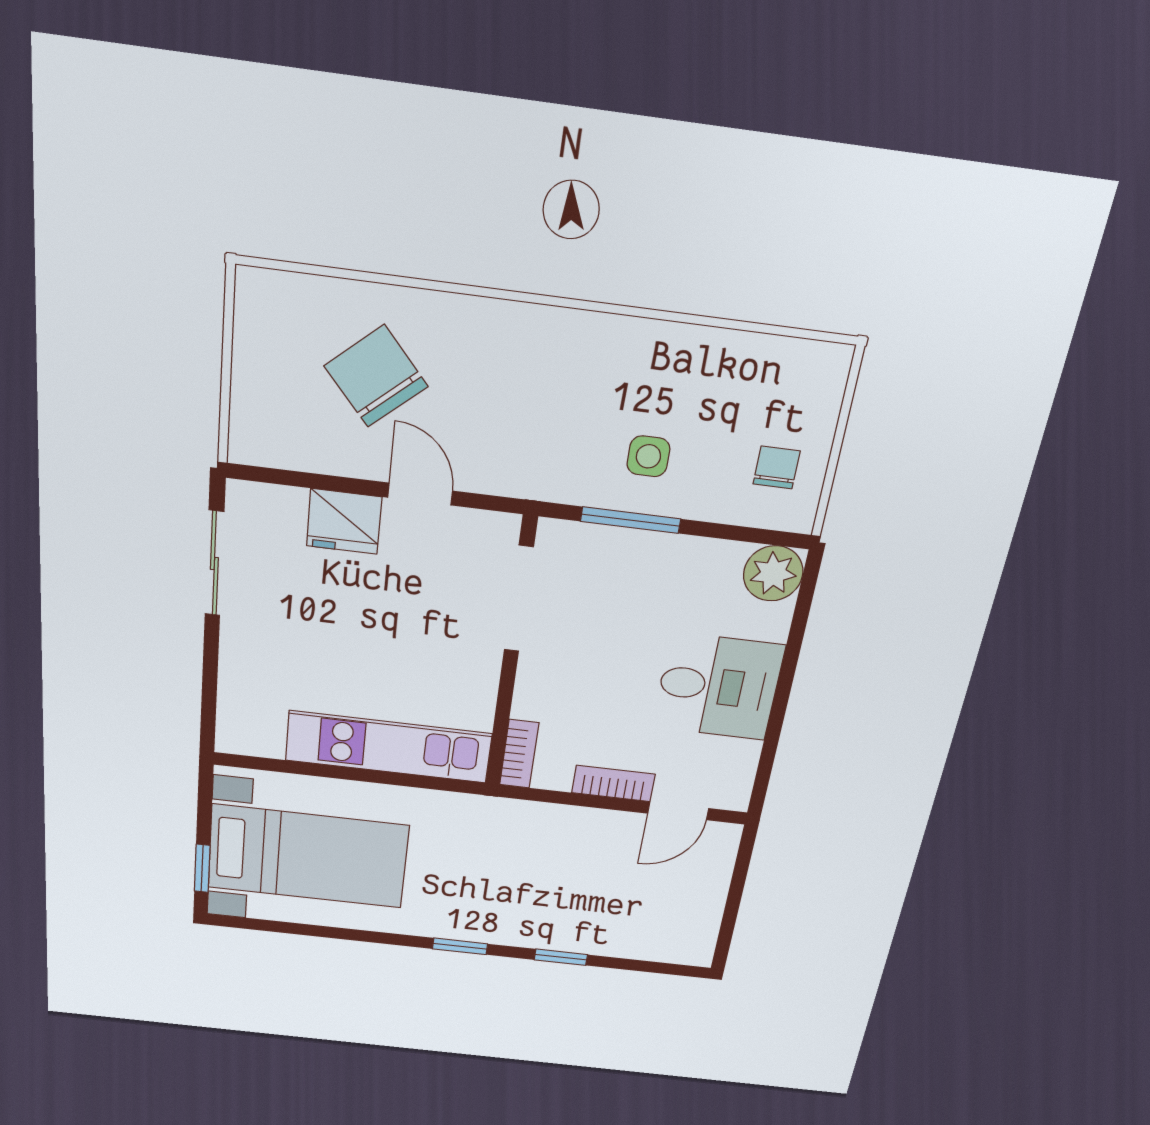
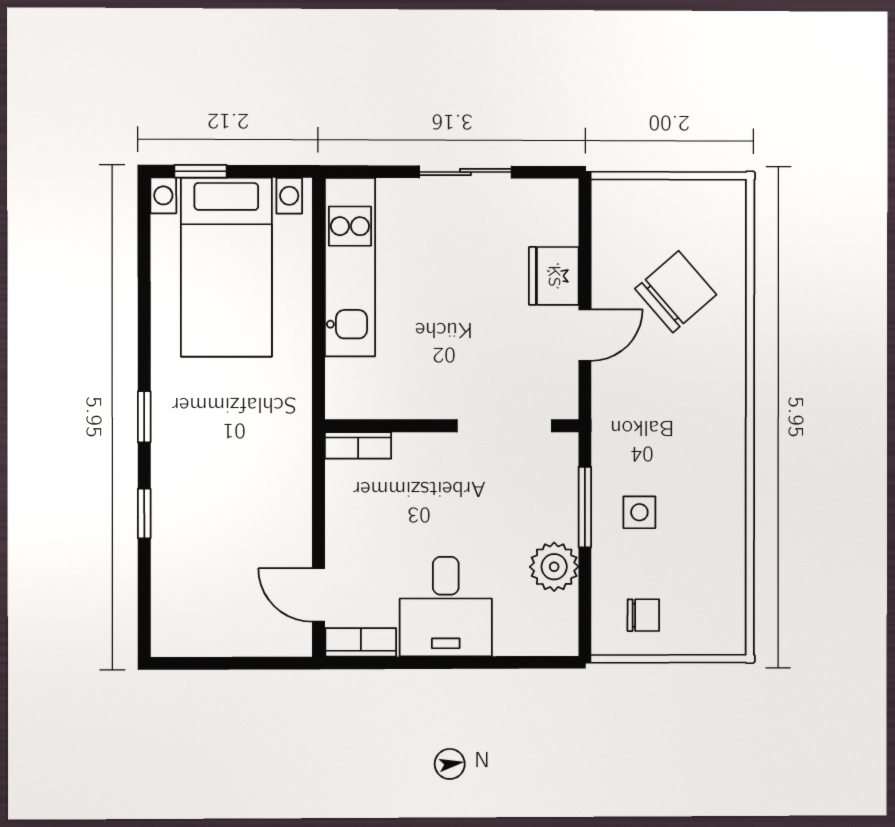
sliding door: (214, 563) -> (465, 172), moved
plant: (773, 573) -> (554, 567), moved
kitchen unit: (388, 747) -> (350, 267), moved
bookcase: (613, 783) -> (361, 642), moved, turned -90

